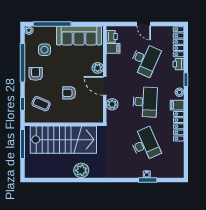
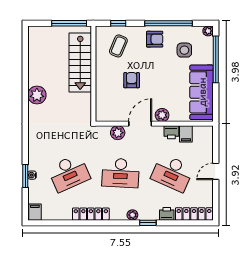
printer: (112, 36) -> (171, 132), moved
filing cabinet: (177, 105) -> (35, 212), moved
stairs: (63, 140) -> (80, 63), width x0.73, depth x0.66

